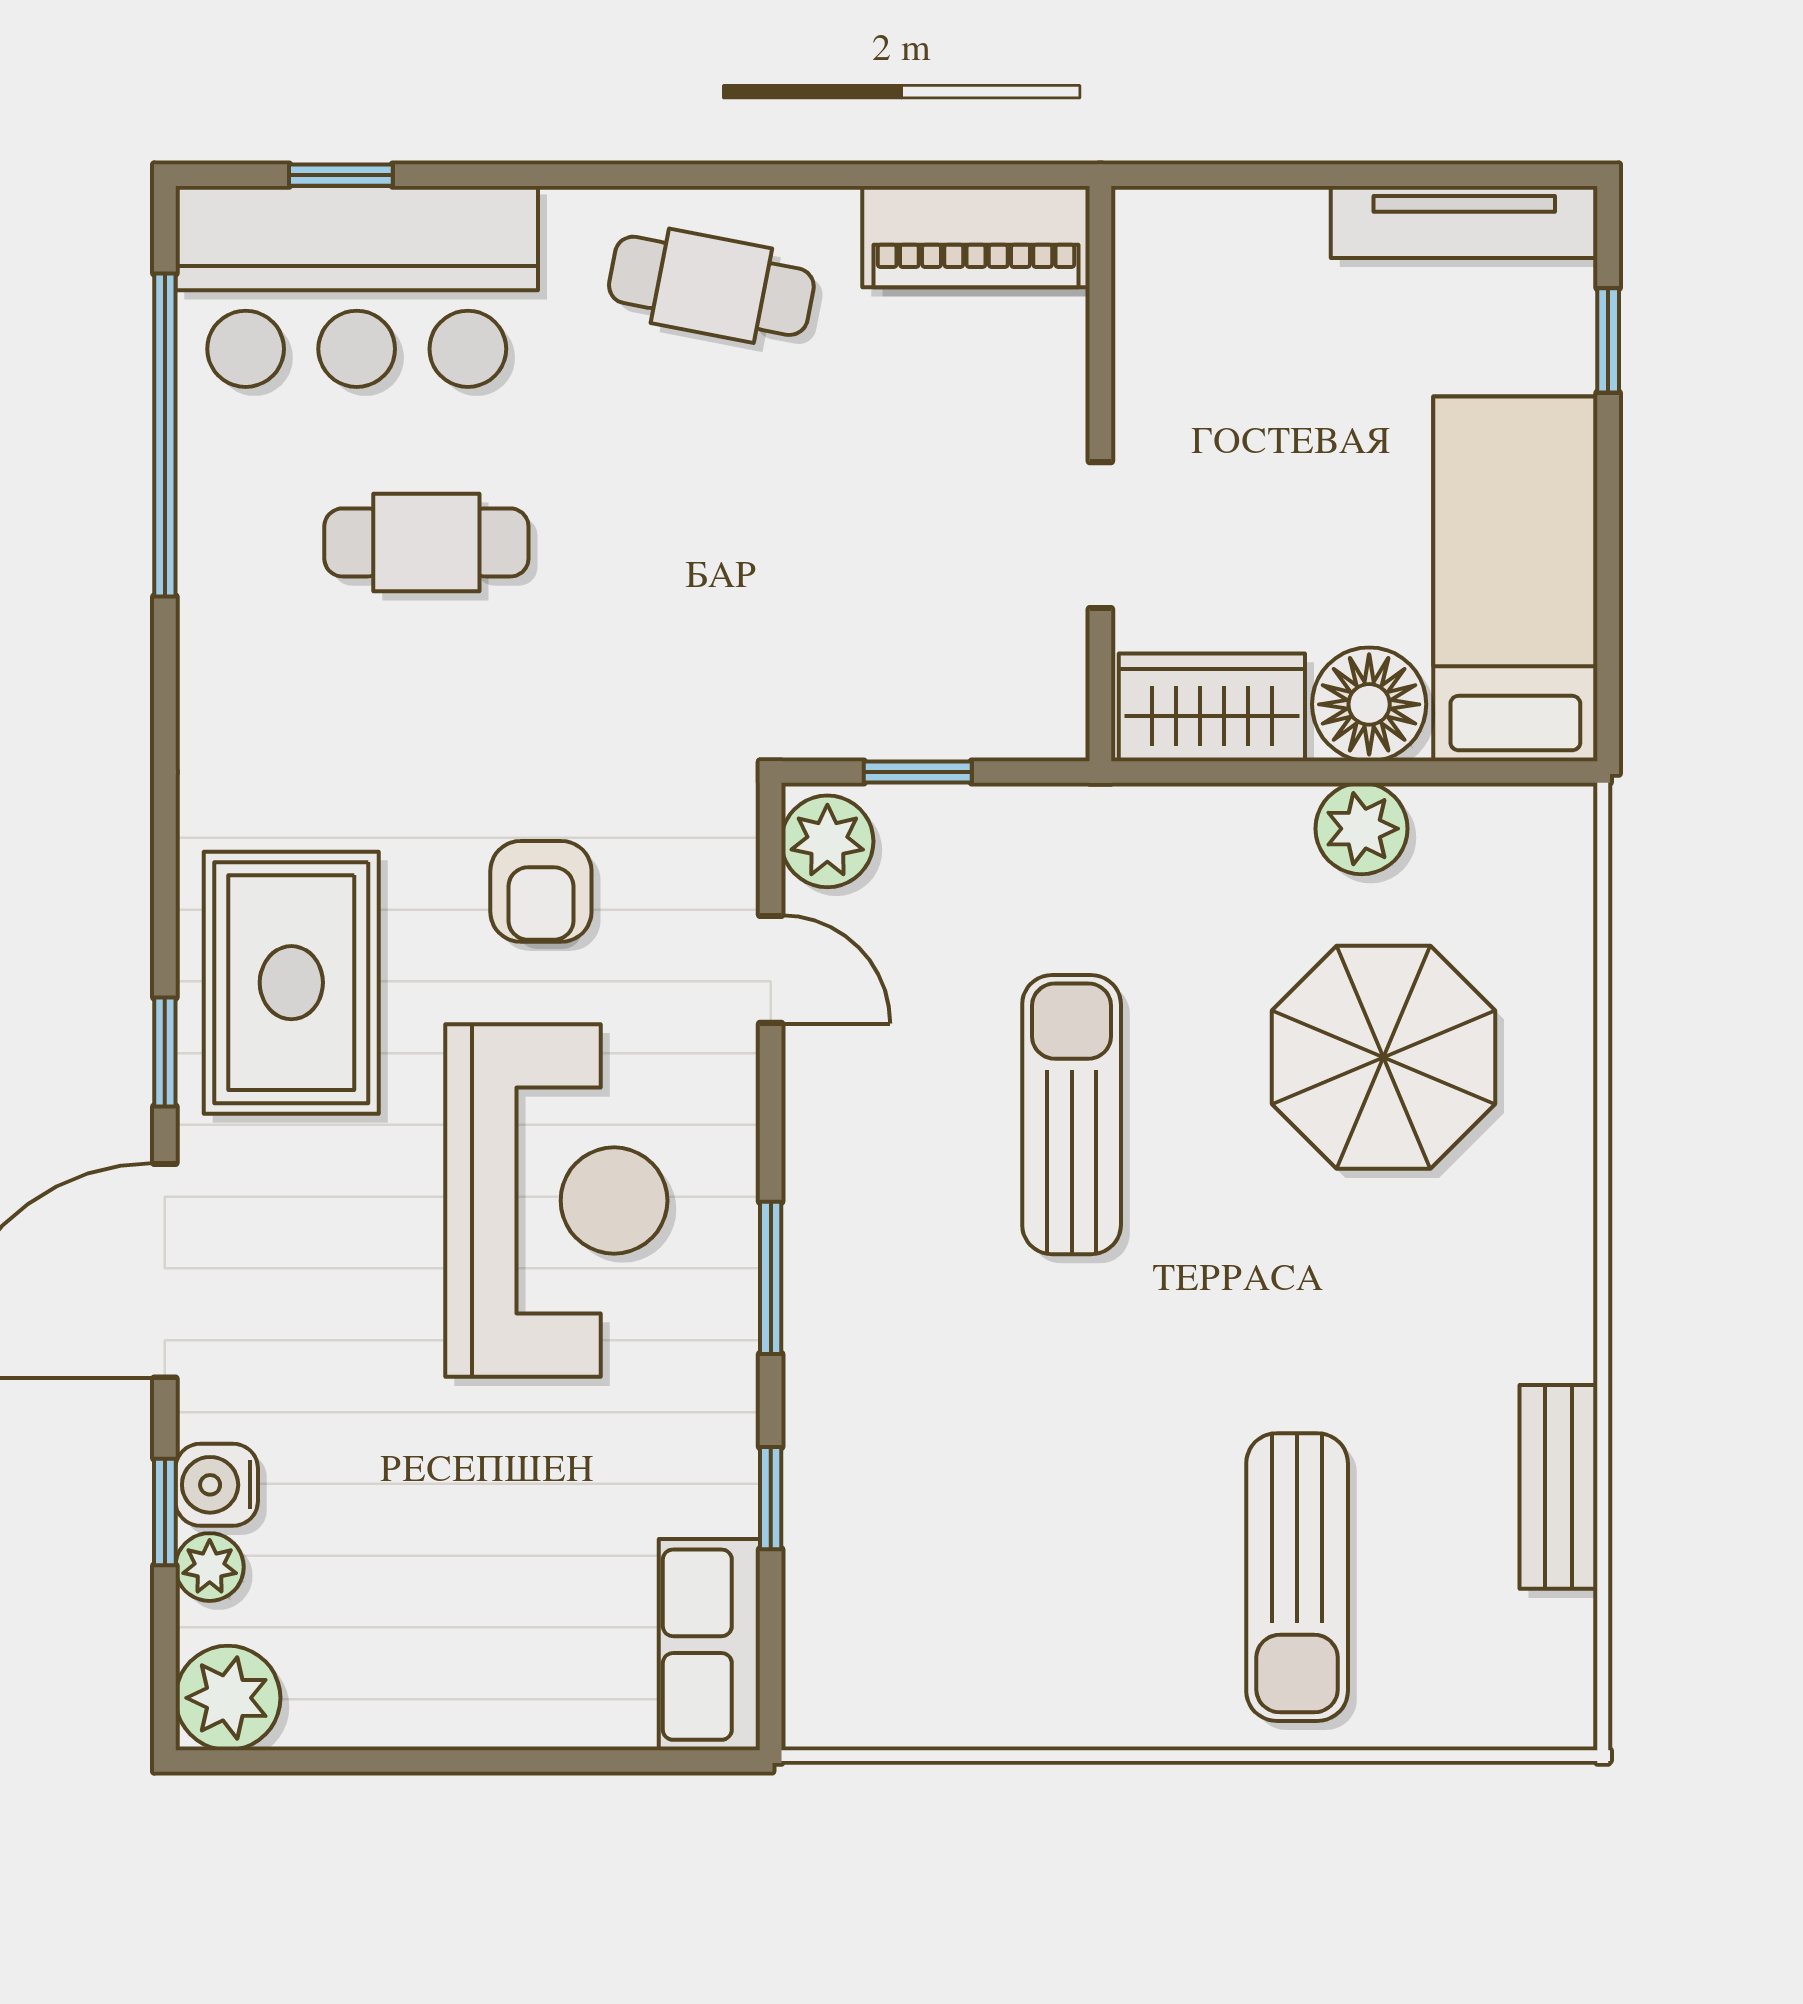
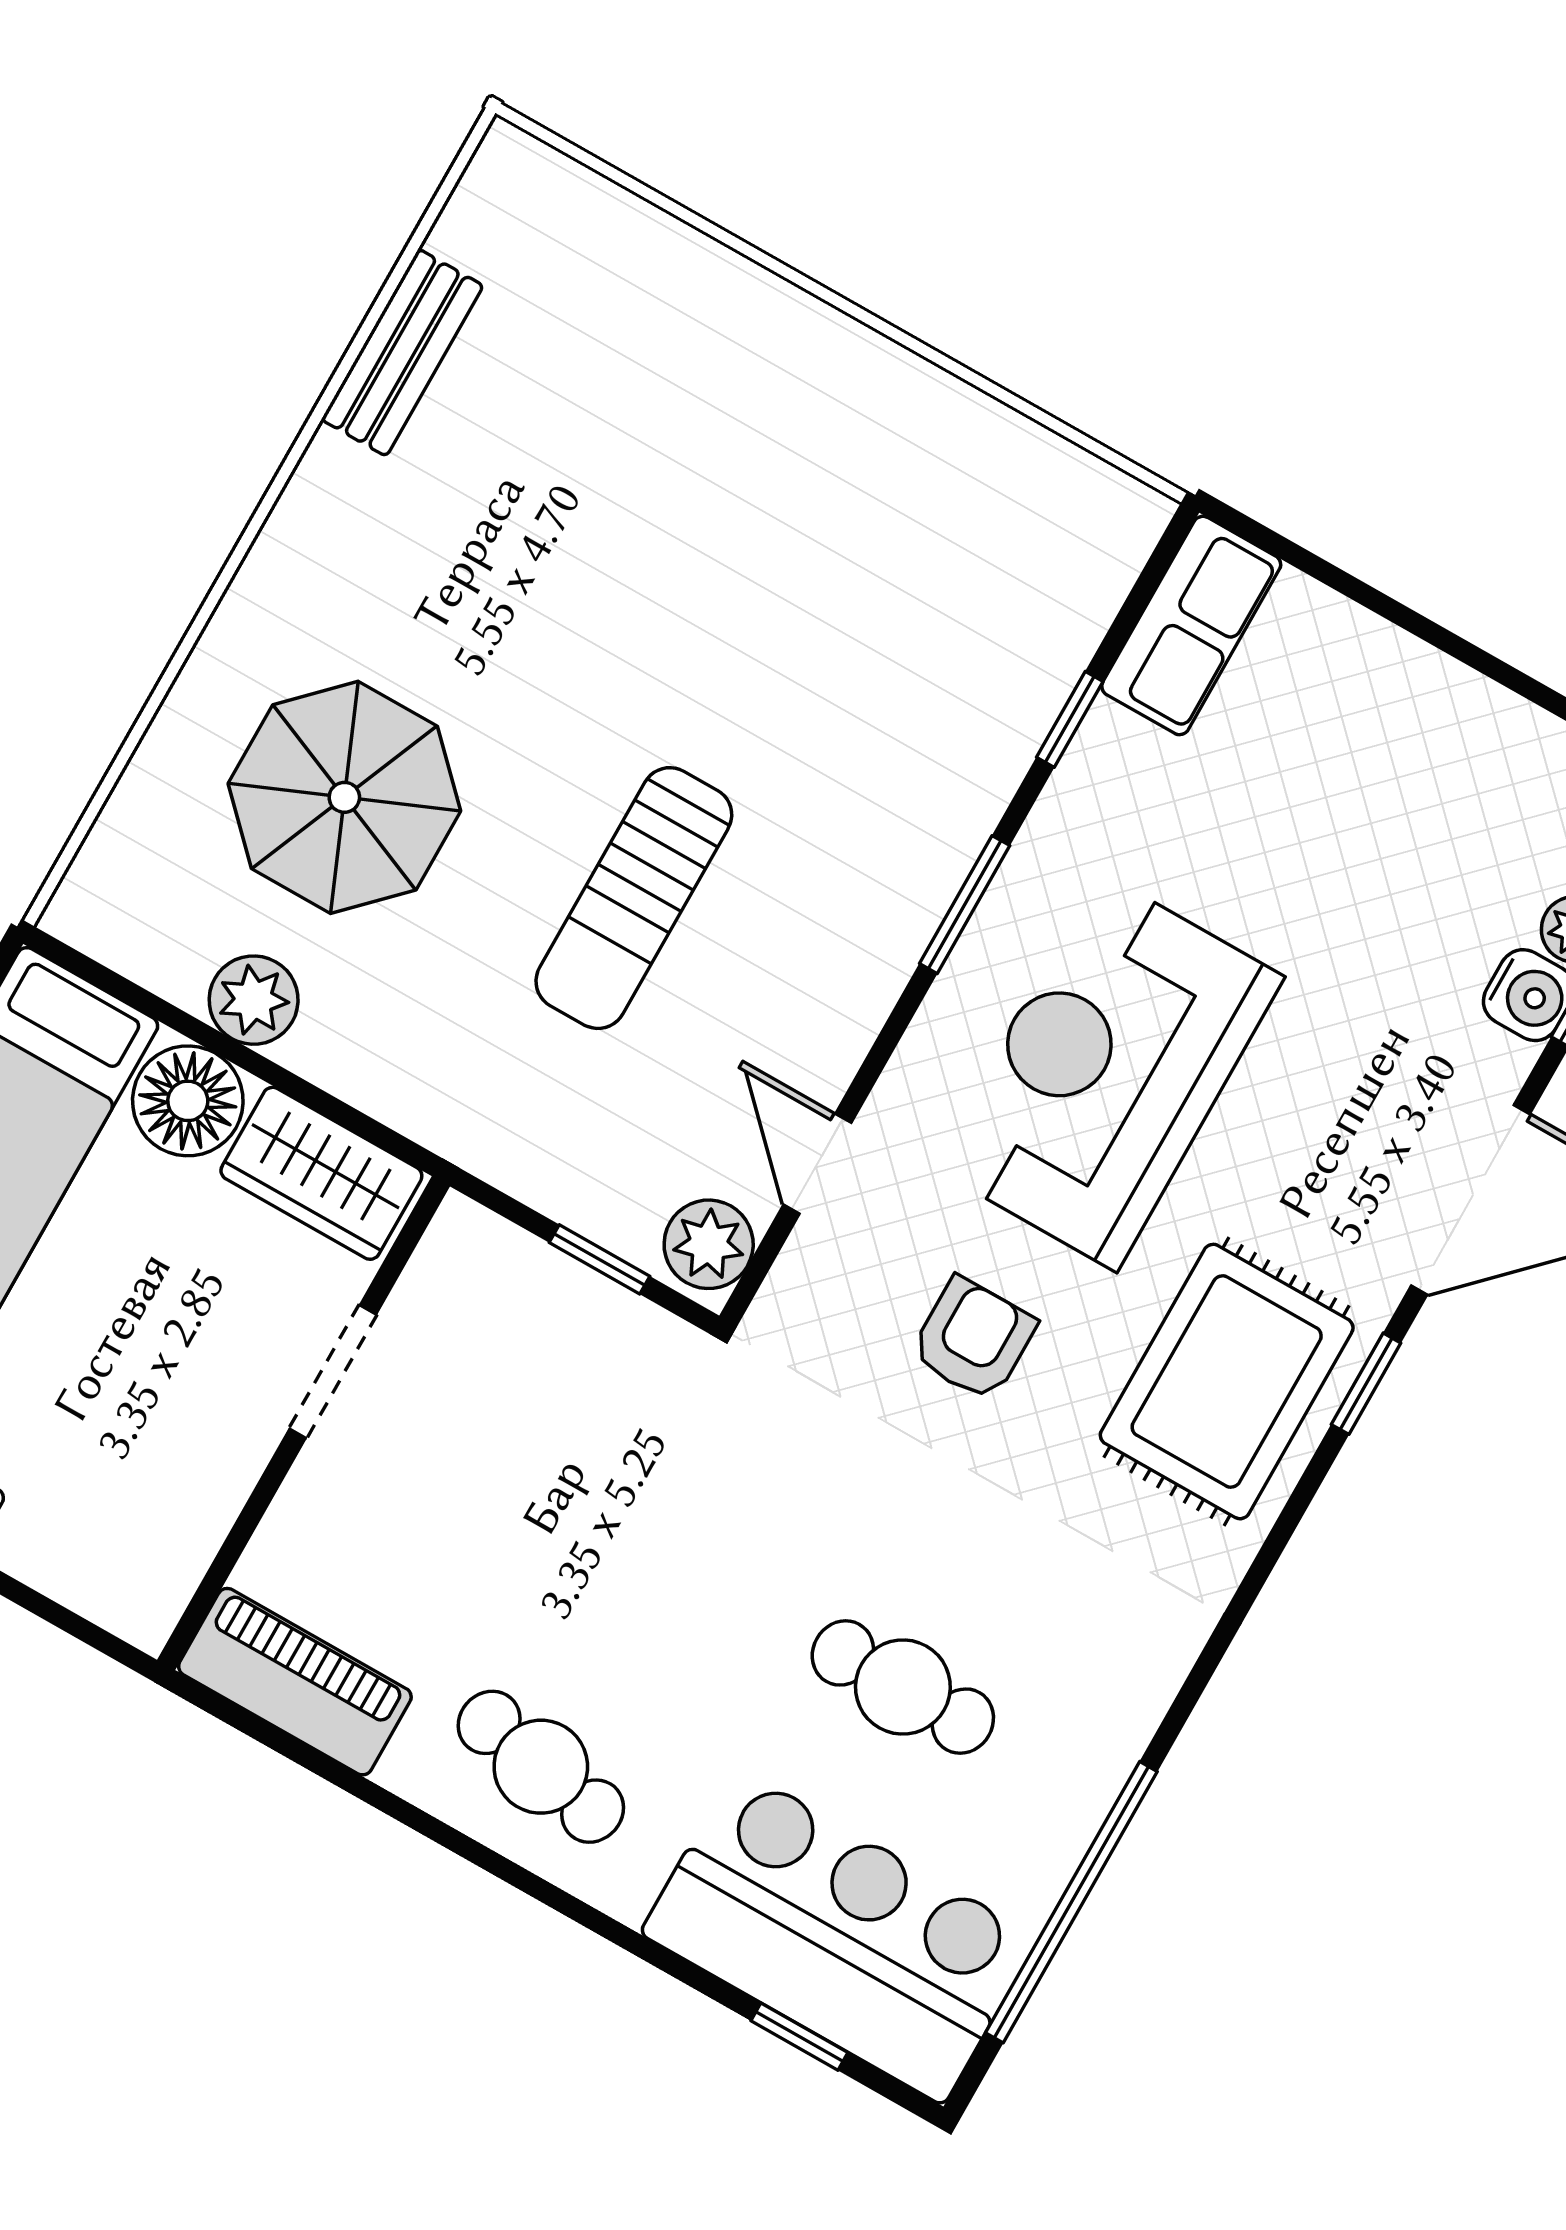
sun lounger: (1297, 1577) -> (665, 402), removed

